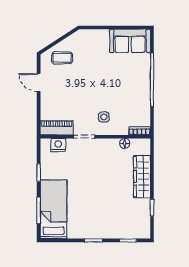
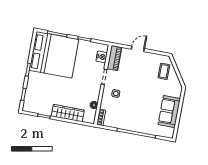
sofa: (130, 41) -> (169, 112), moved
door: (39, 82) -> (138, 49), moved
bed: (54, 209) -> (54, 55), width x2.04

